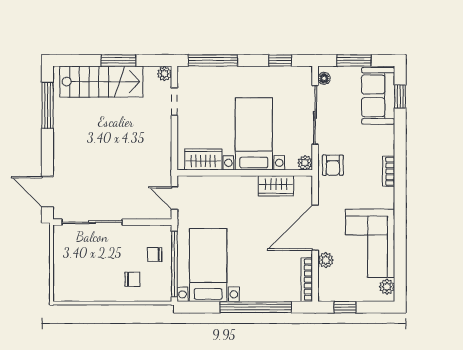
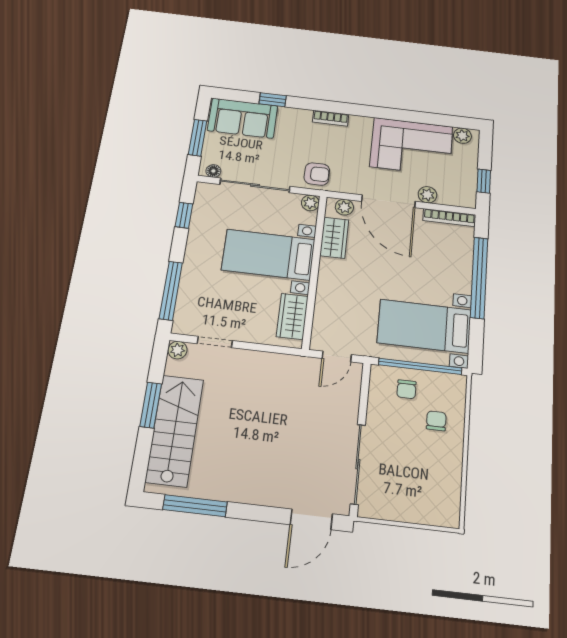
window: (400, 97) -> (273, 100), moved
plant: (305, 191) -> (344, 207), added

